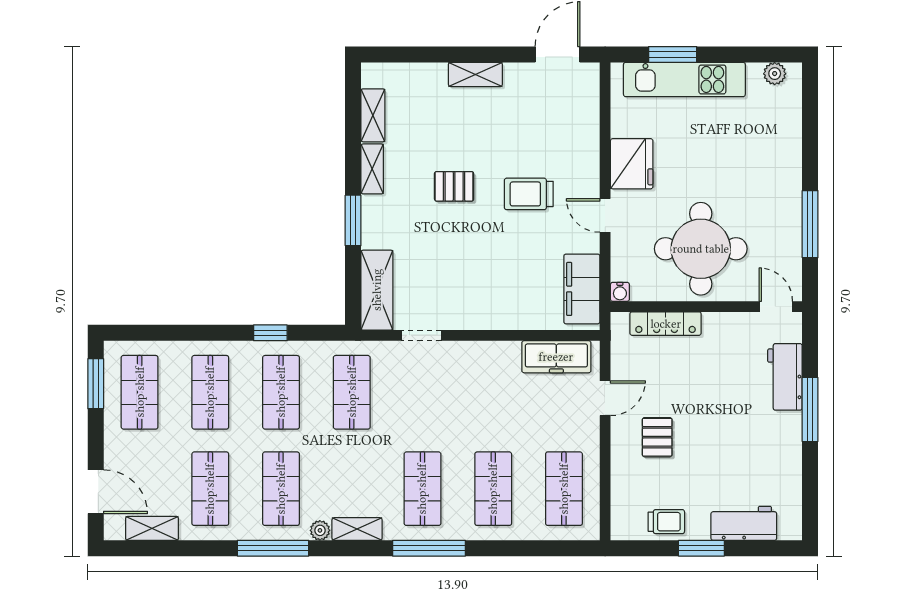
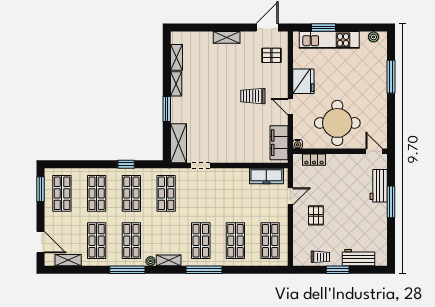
pallet: (454, 186) -> (271, 55), moved
window: (810, 224) -> (391, 77), moved
locker: (666, 324) -> (314, 160), width x0.66

